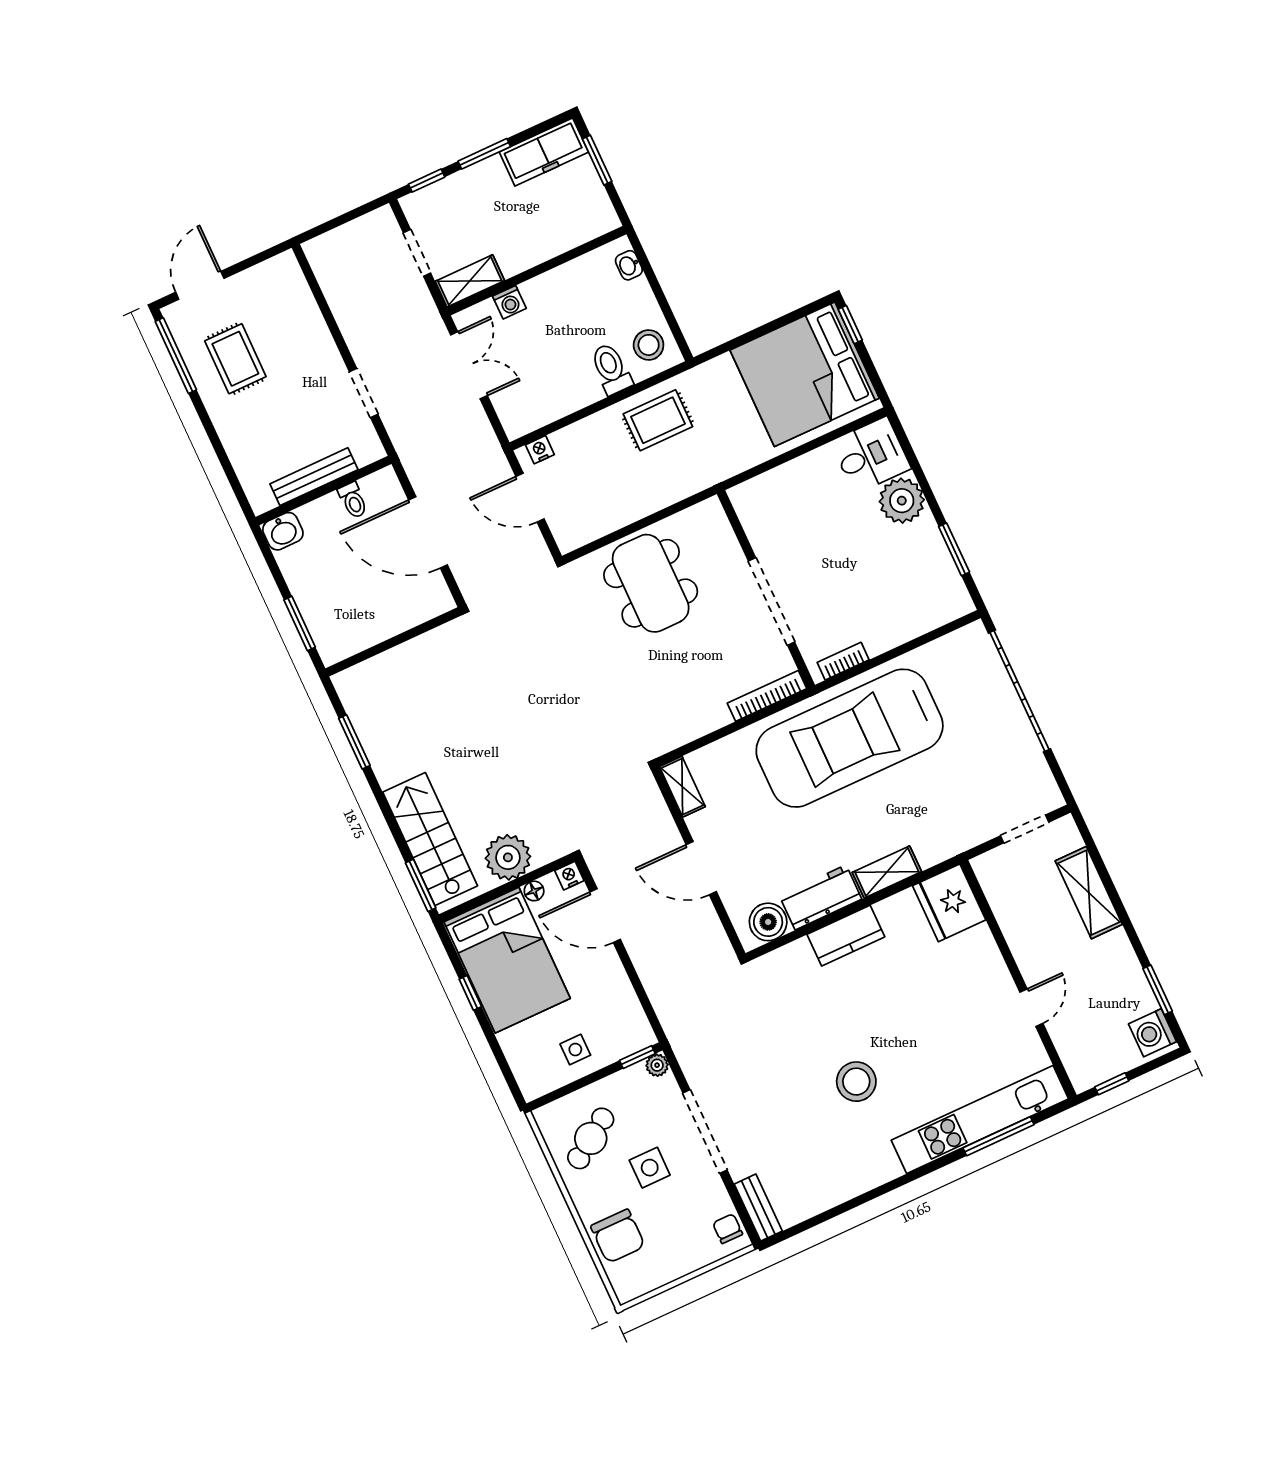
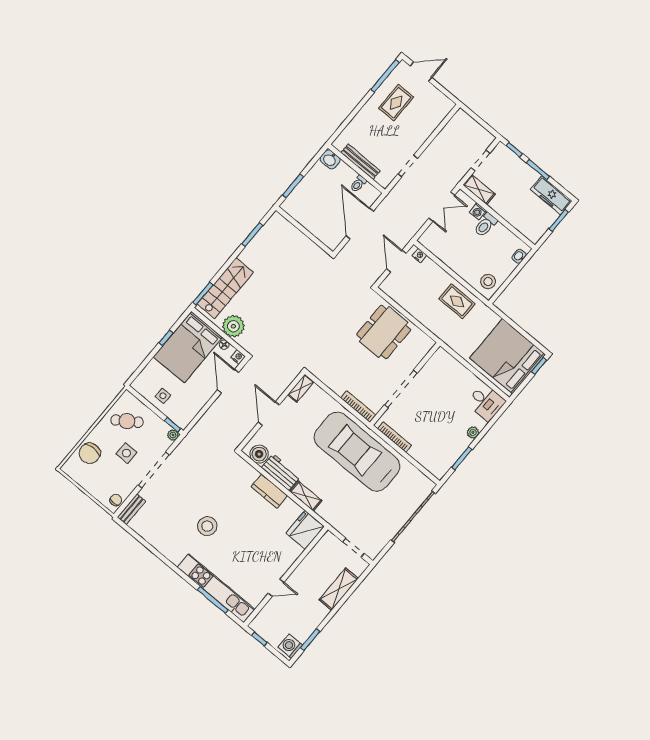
toilet: (611, 369) -> (486, 225), moved, turned 180
plant: (902, 501) -> (473, 432), width x0.53, depth x0.53
bookcase: (843, 661) -> (395, 437), width x1.56

